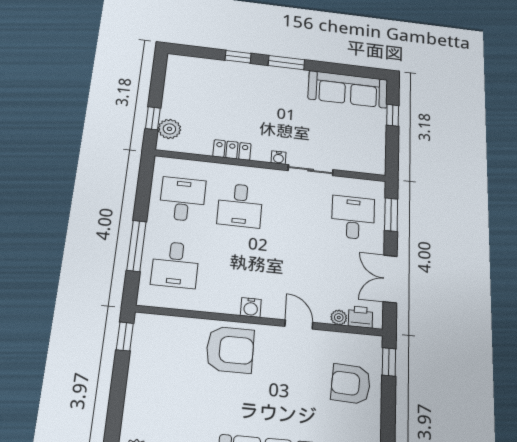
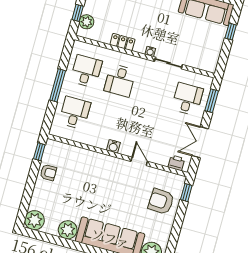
window: (136, 246) -> (58, 85), moved
desk: (175, 265) -> (75, 113), turned 180
plant: (339, 317) -> (163, 161), removed
armchair: (230, 350) -> (48, 173), moved, width x0.53, depth x0.53

